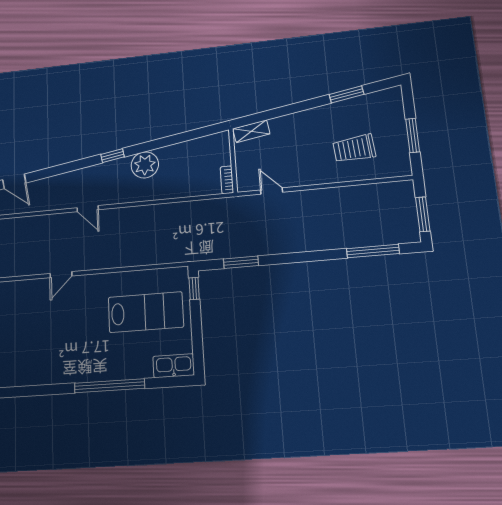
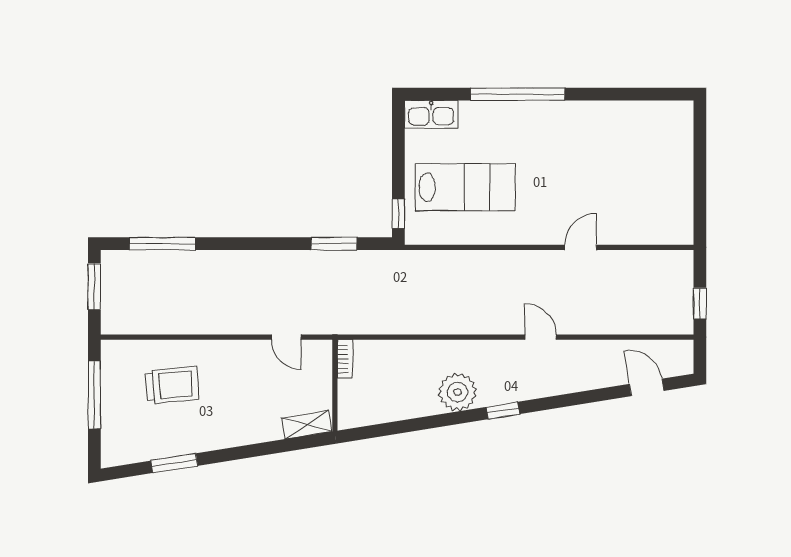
window: (413, 135) -> (94, 395), width x1.44
lab bench: (146, 312) -> (465, 187), turned 180

